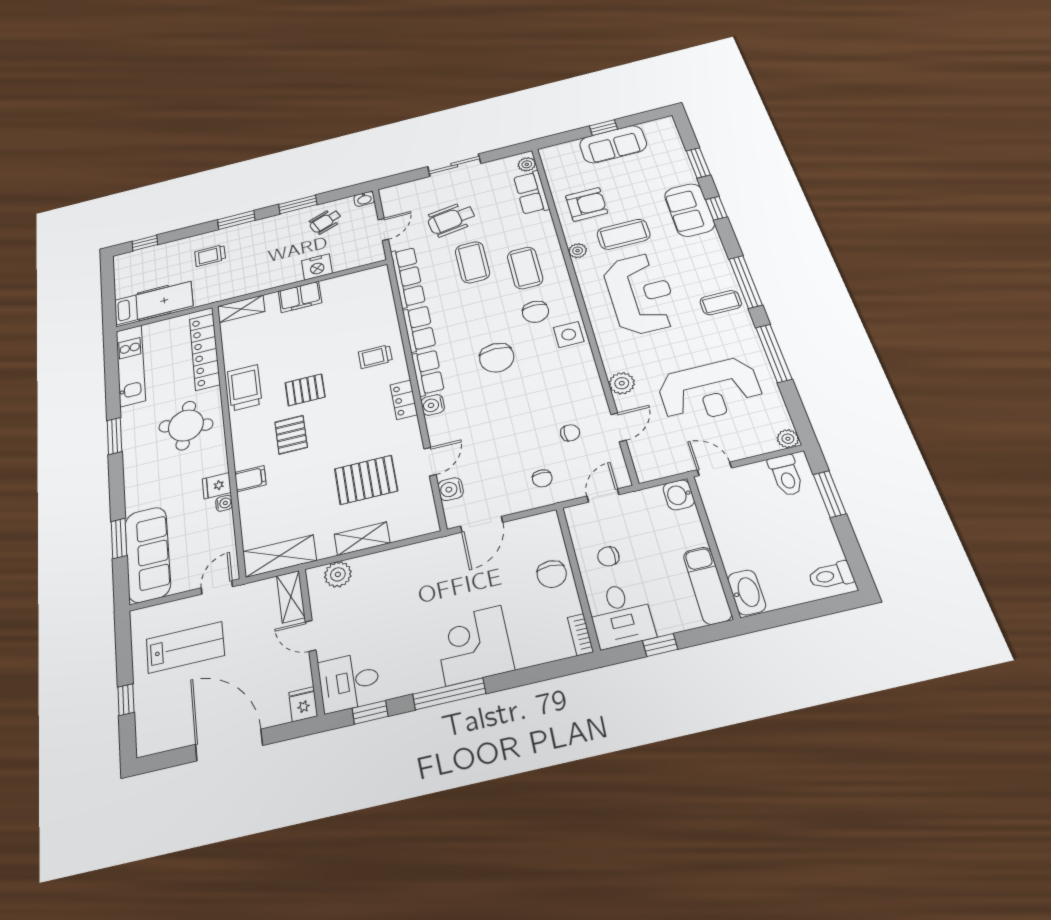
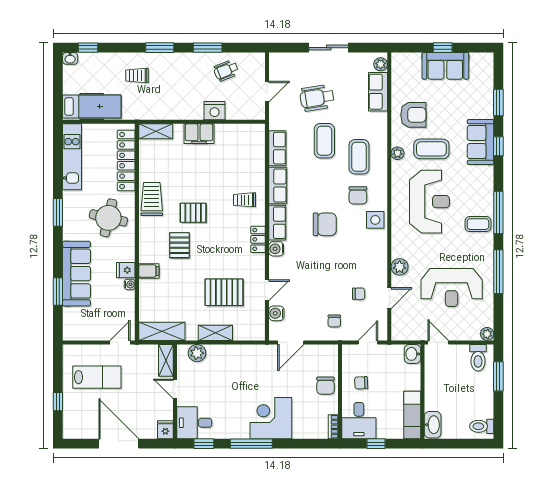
washbasin: (364, 199) -> (70, 58), moved
row of seats: (408, 277) -> (277, 148), width x0.68
chair: (497, 358) -> (325, 224), turned -90
sofa: (148, 554) -> (76, 274), moved

